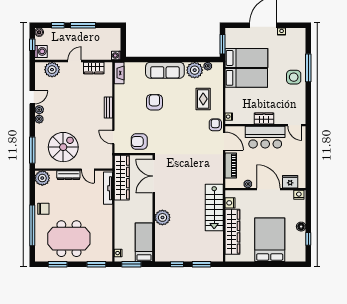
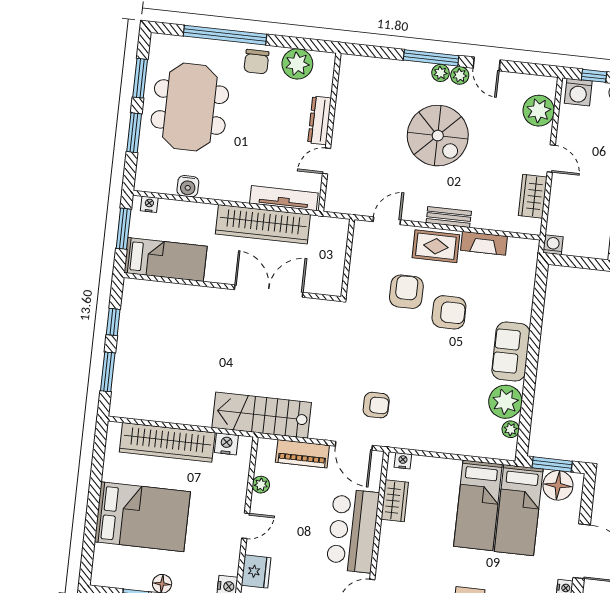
floor lamp: (232, 40) -> (558, 485), added
sofa: (165, 70) -> (511, 351), width x0.73
fireplace: (119, 73) -> (484, 243), moved
rug: (203, 99) -> (436, 246), moved
wardrobe: (264, 118) -> (395, 501), moved
armchair: (215, 125) -> (376, 405), moved
door: (224, 141) -> (354, 446), hinge flipped
armchair: (139, 142) -> (406, 292), moved
spiral stairs: (63, 147) -> (438, 136), moved
window: (32, 150) -> (431, 58), moved
double door: (154, 176) -> (269, 291), moved
plant: (42, 178) -> (297, 64), moved
wardrobe: (122, 178) -> (263, 224), moved
door: (269, 189) -> (246, 526), width x0.53
stairs: (214, 207) -> (262, 415), moved
plant: (162, 217) -> (212, 303), removed
water cooler: (107, 235) -> (188, 186), added
window: (96, 264) -> (134, 133), moved

